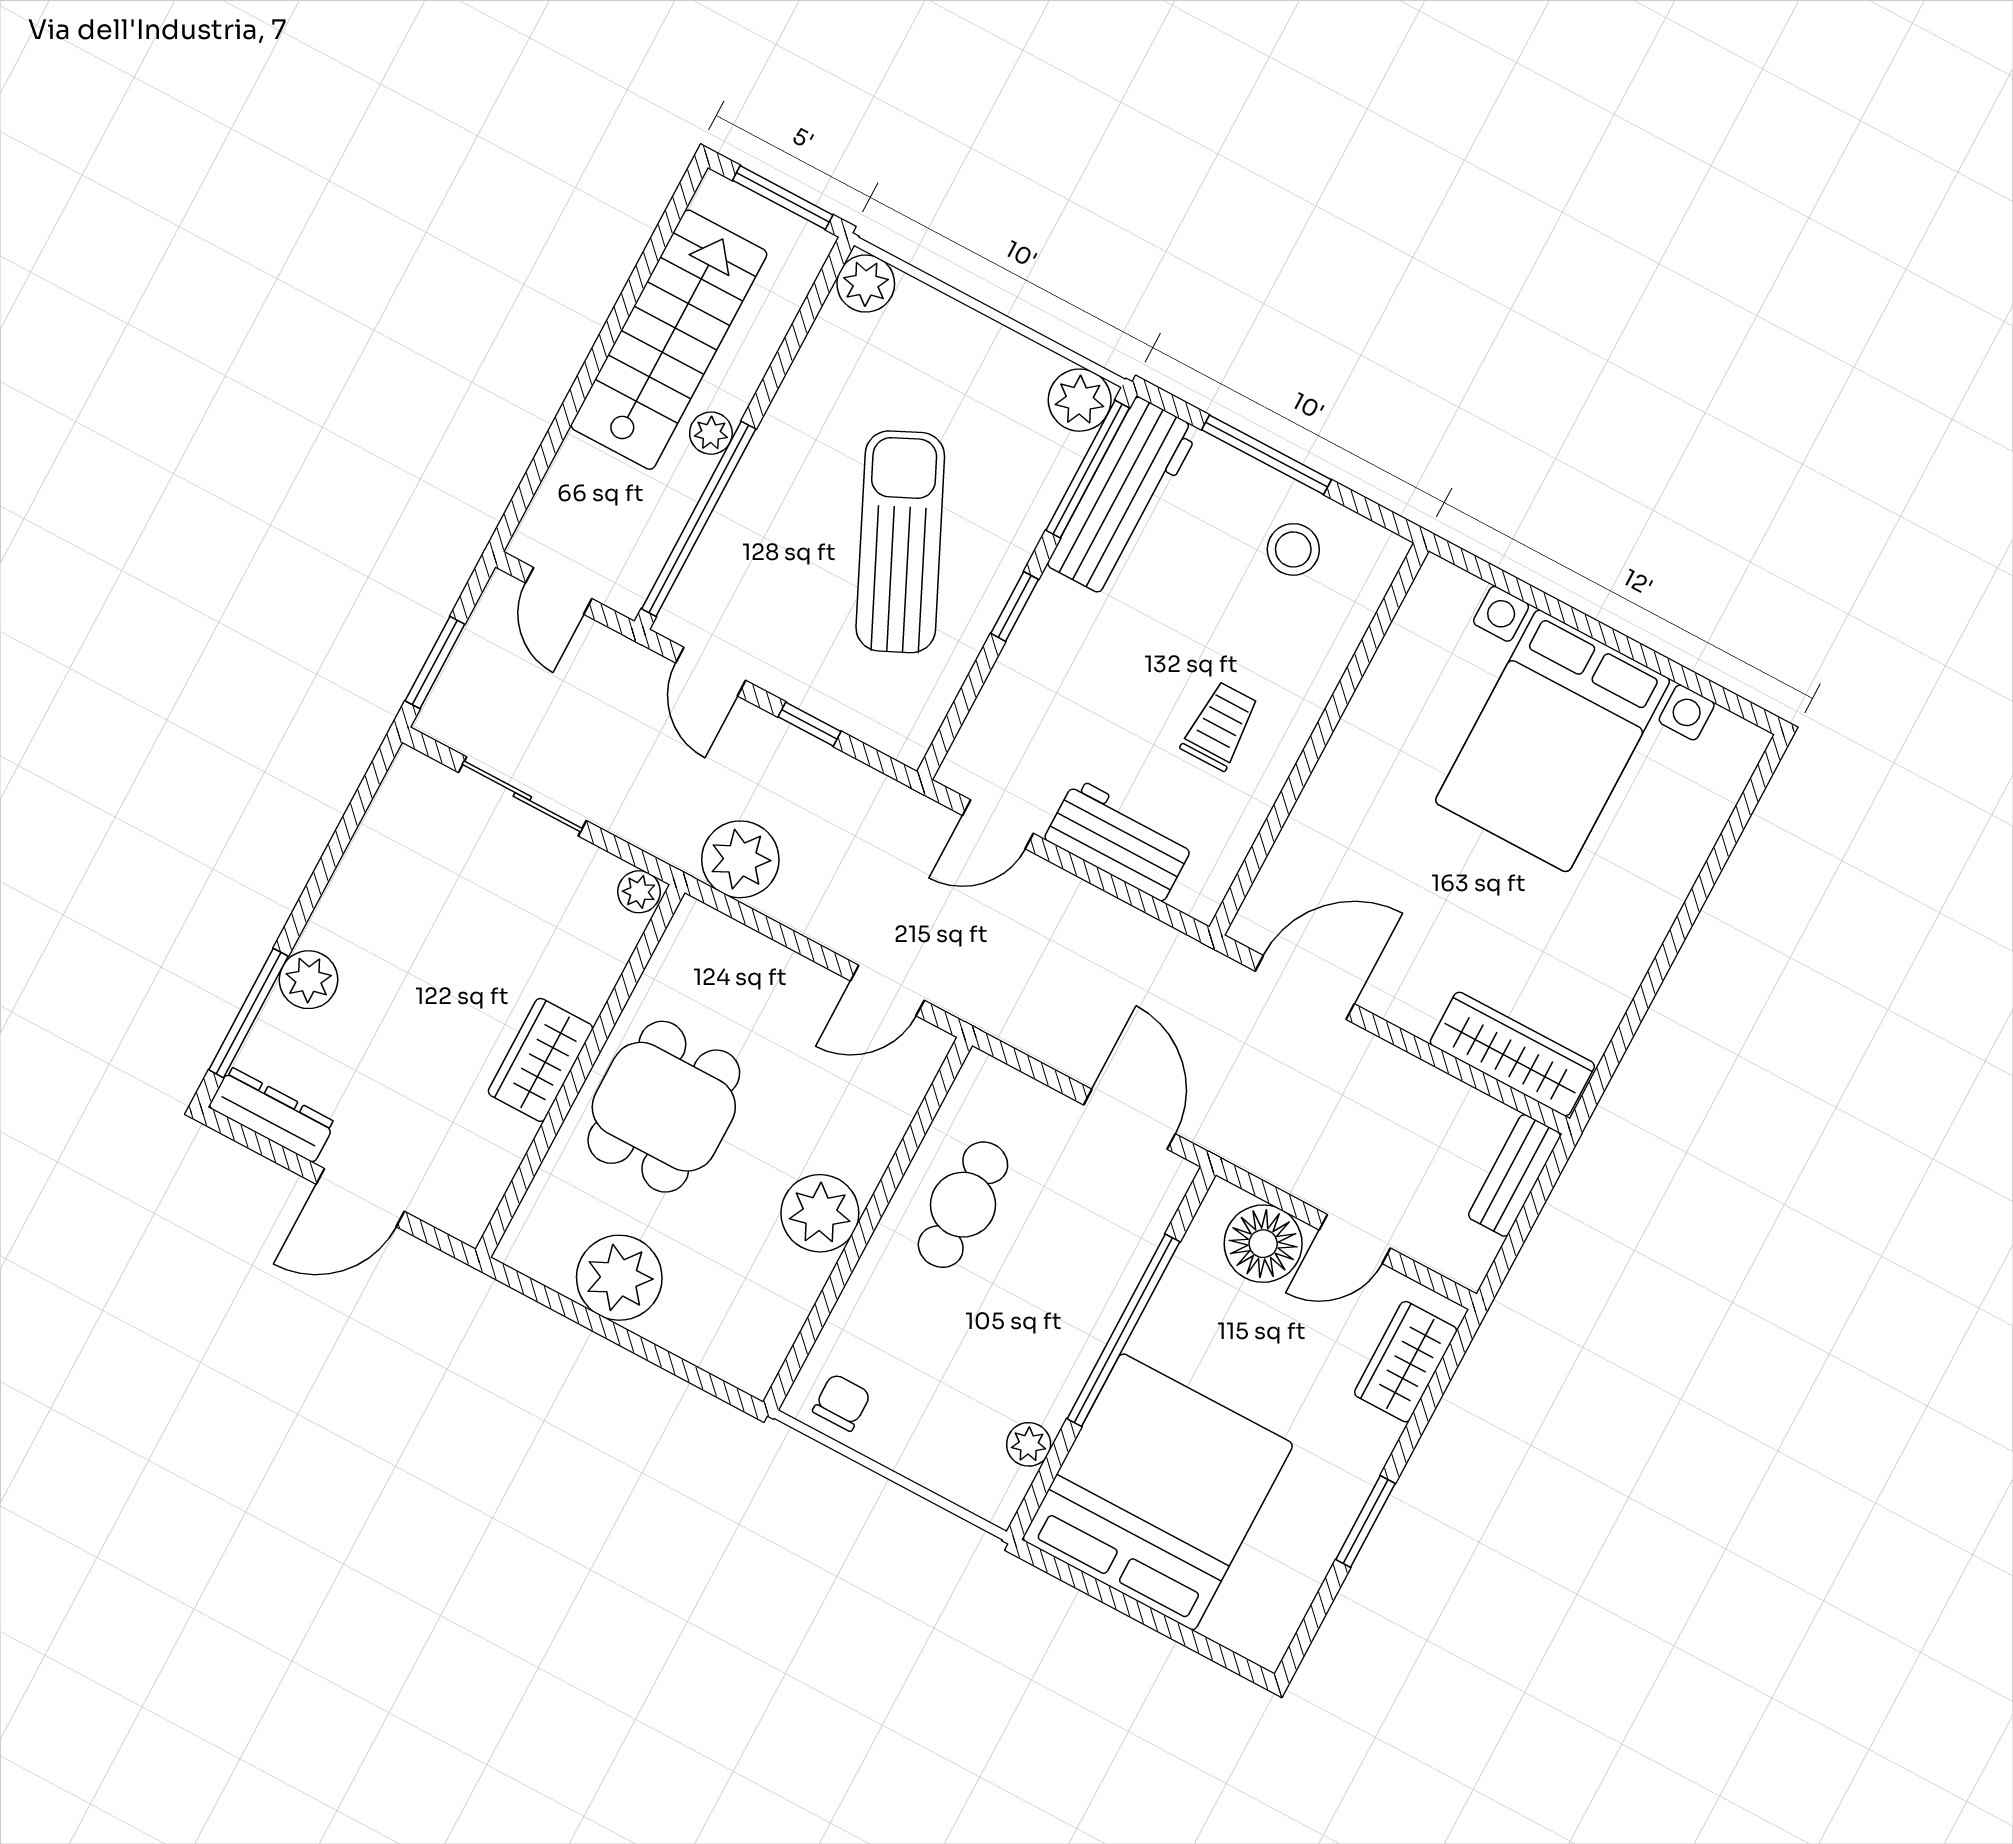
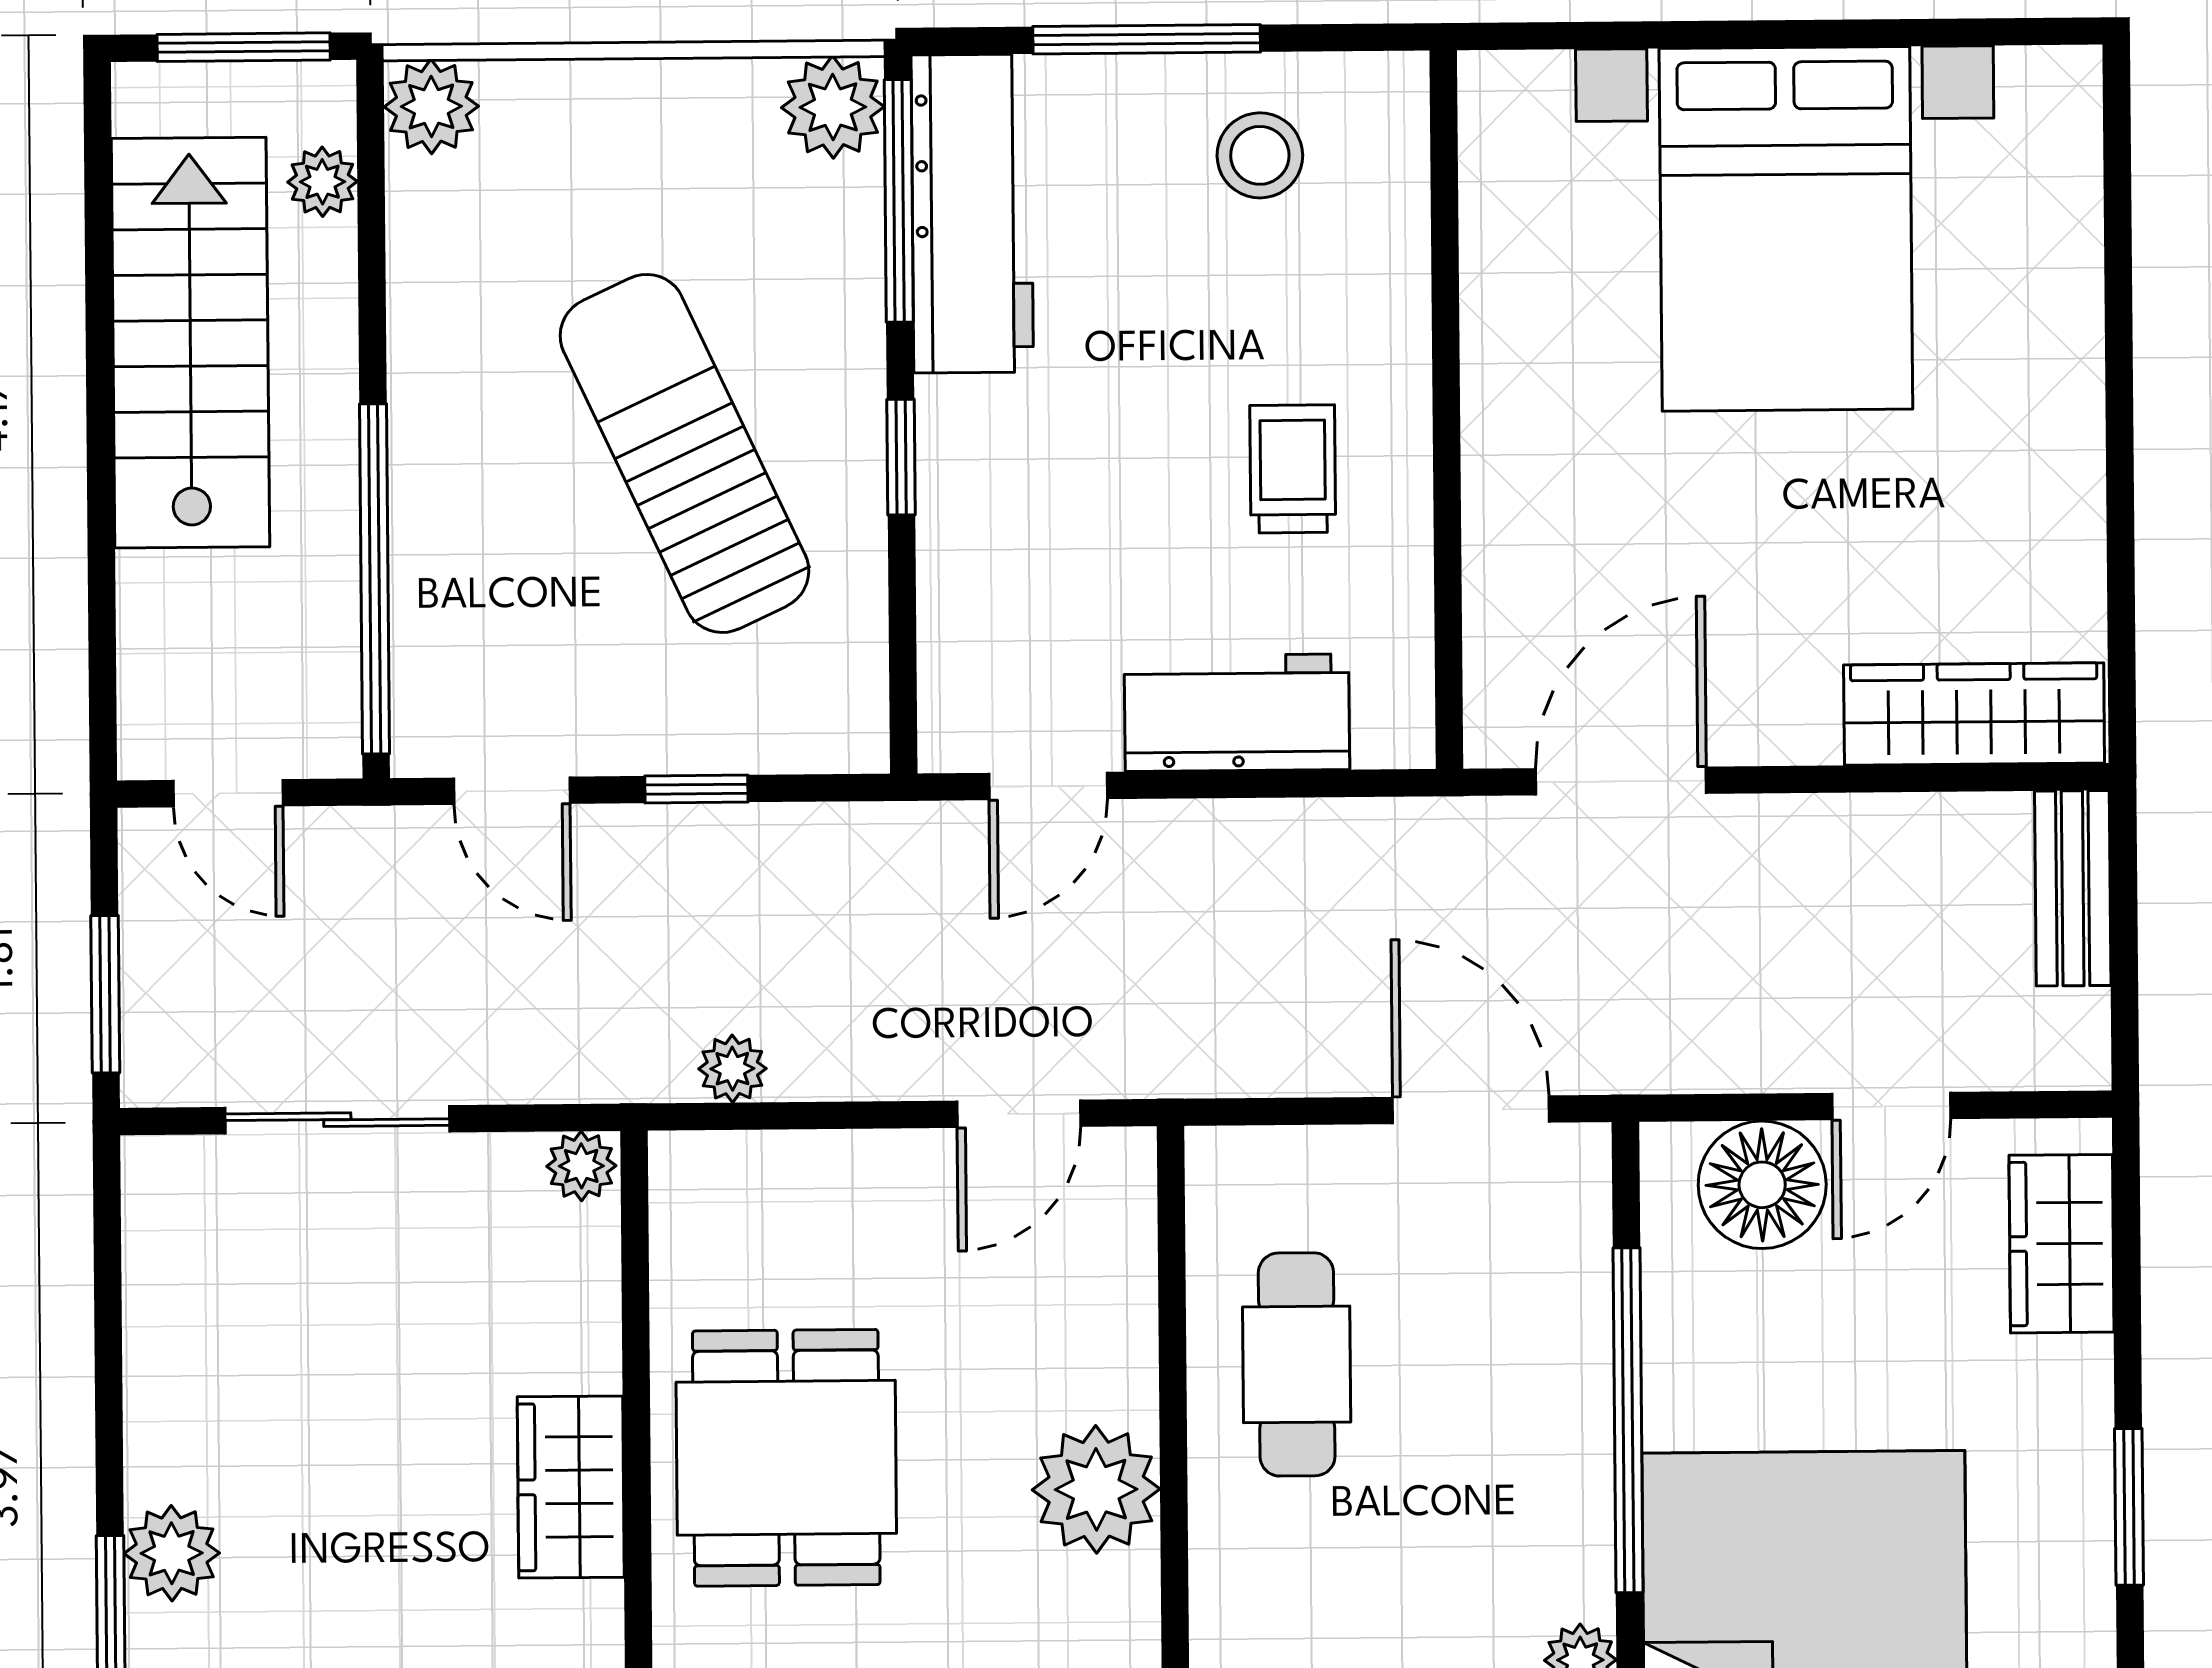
plant: (711, 433) -> (322, 182), moved
plant: (740, 859) -> (732, 1069), width x0.53, depth x0.53

